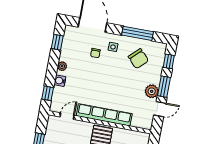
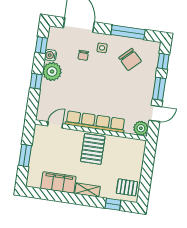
plant: (62, 66) -> (52, 72), width x1.88, depth x1.88
water cooler: (60, 81) -> (51, 55), moved
plant: (152, 91) -> (141, 128), moved
window: (48, 93) -> (36, 81), moved

